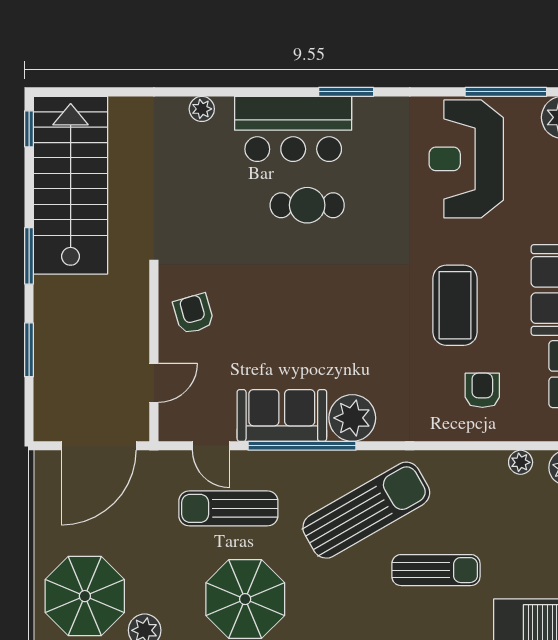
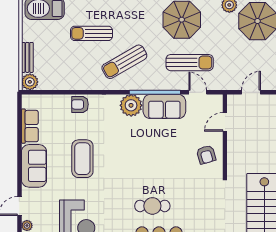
armchair: (482, 390) -> (80, 104), moved, turned 90
door: (99, 446) -> (251, 92), width x0.53
plant: (521, 462) -> (51, 84), removed
sun lounger: (366, 510) -> (124, 62), width x0.73, depth x0.75

